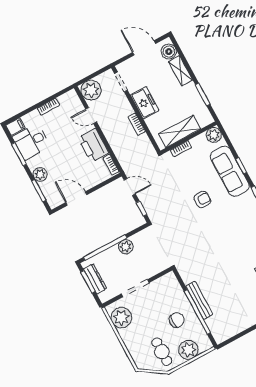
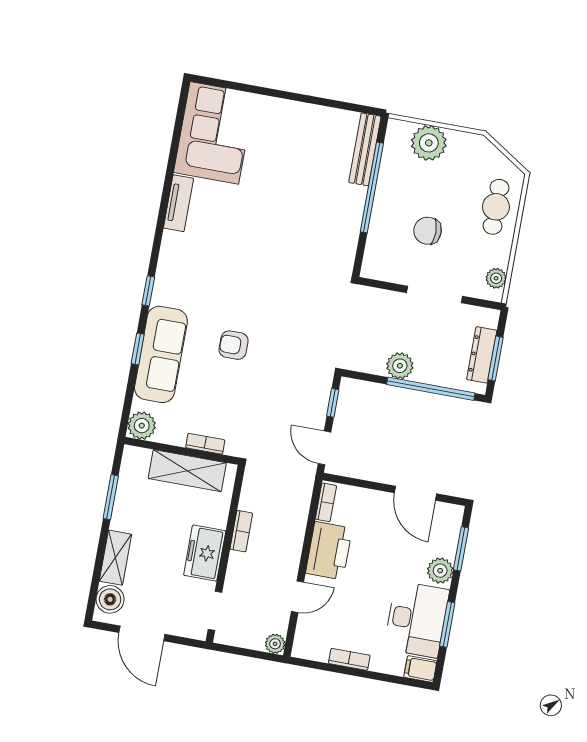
plant: (91, 90) -> (275, 644), width x0.53, depth x0.53
door: (91, 116) -> (297, 597), hinge flipped
desk: (31, 142) -> (416, 619), width x1.37
bench: (199, 300) -> (365, 149), moved
plant: (121, 318) -> (496, 278), width x0.53, depth x0.53
chair: (177, 320) -> (428, 231), moved
cafe table: (162, 352) -> (496, 207), moved

